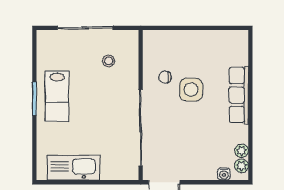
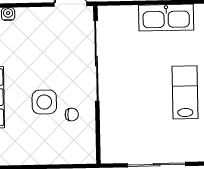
stool: (109, 61) -> (131, 130), removed

